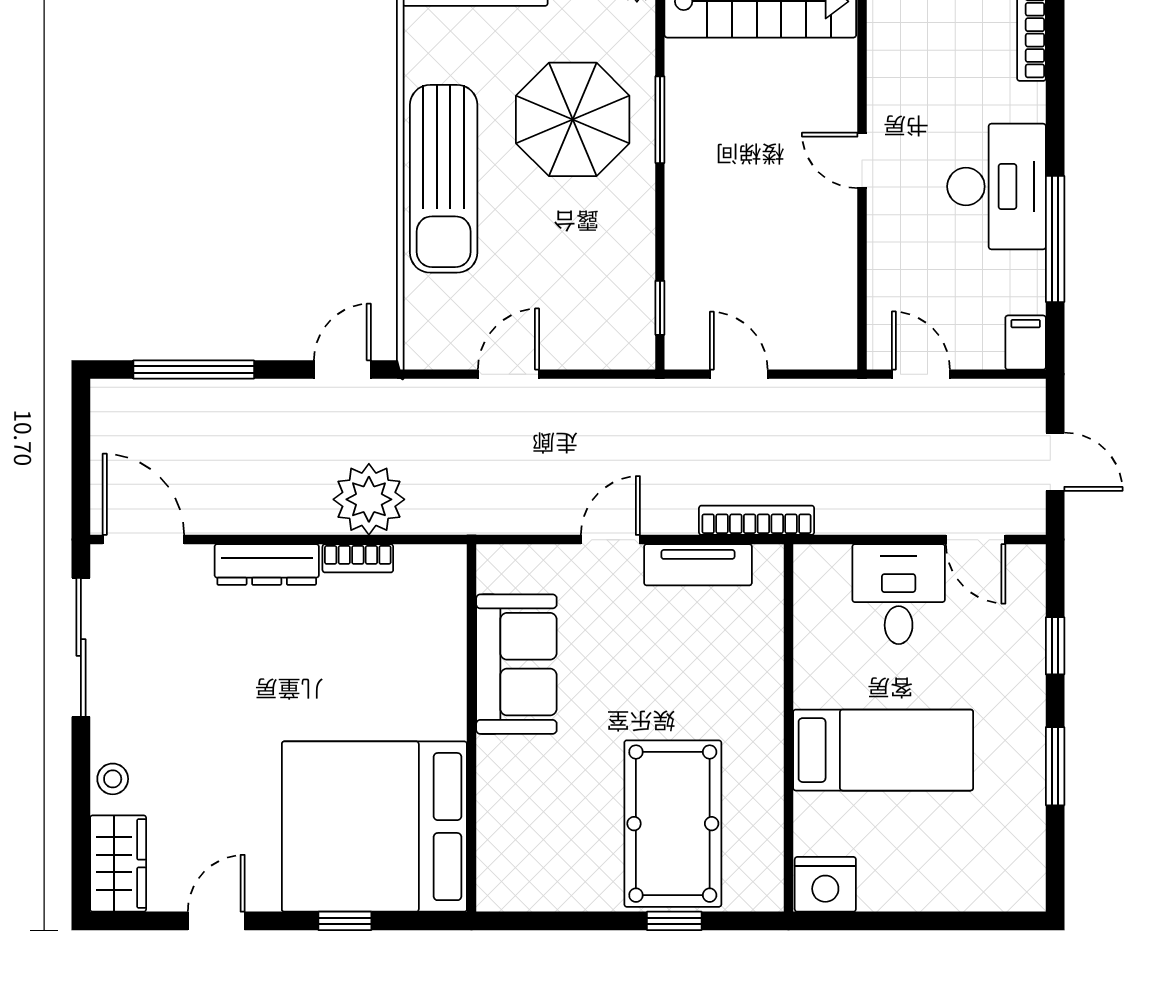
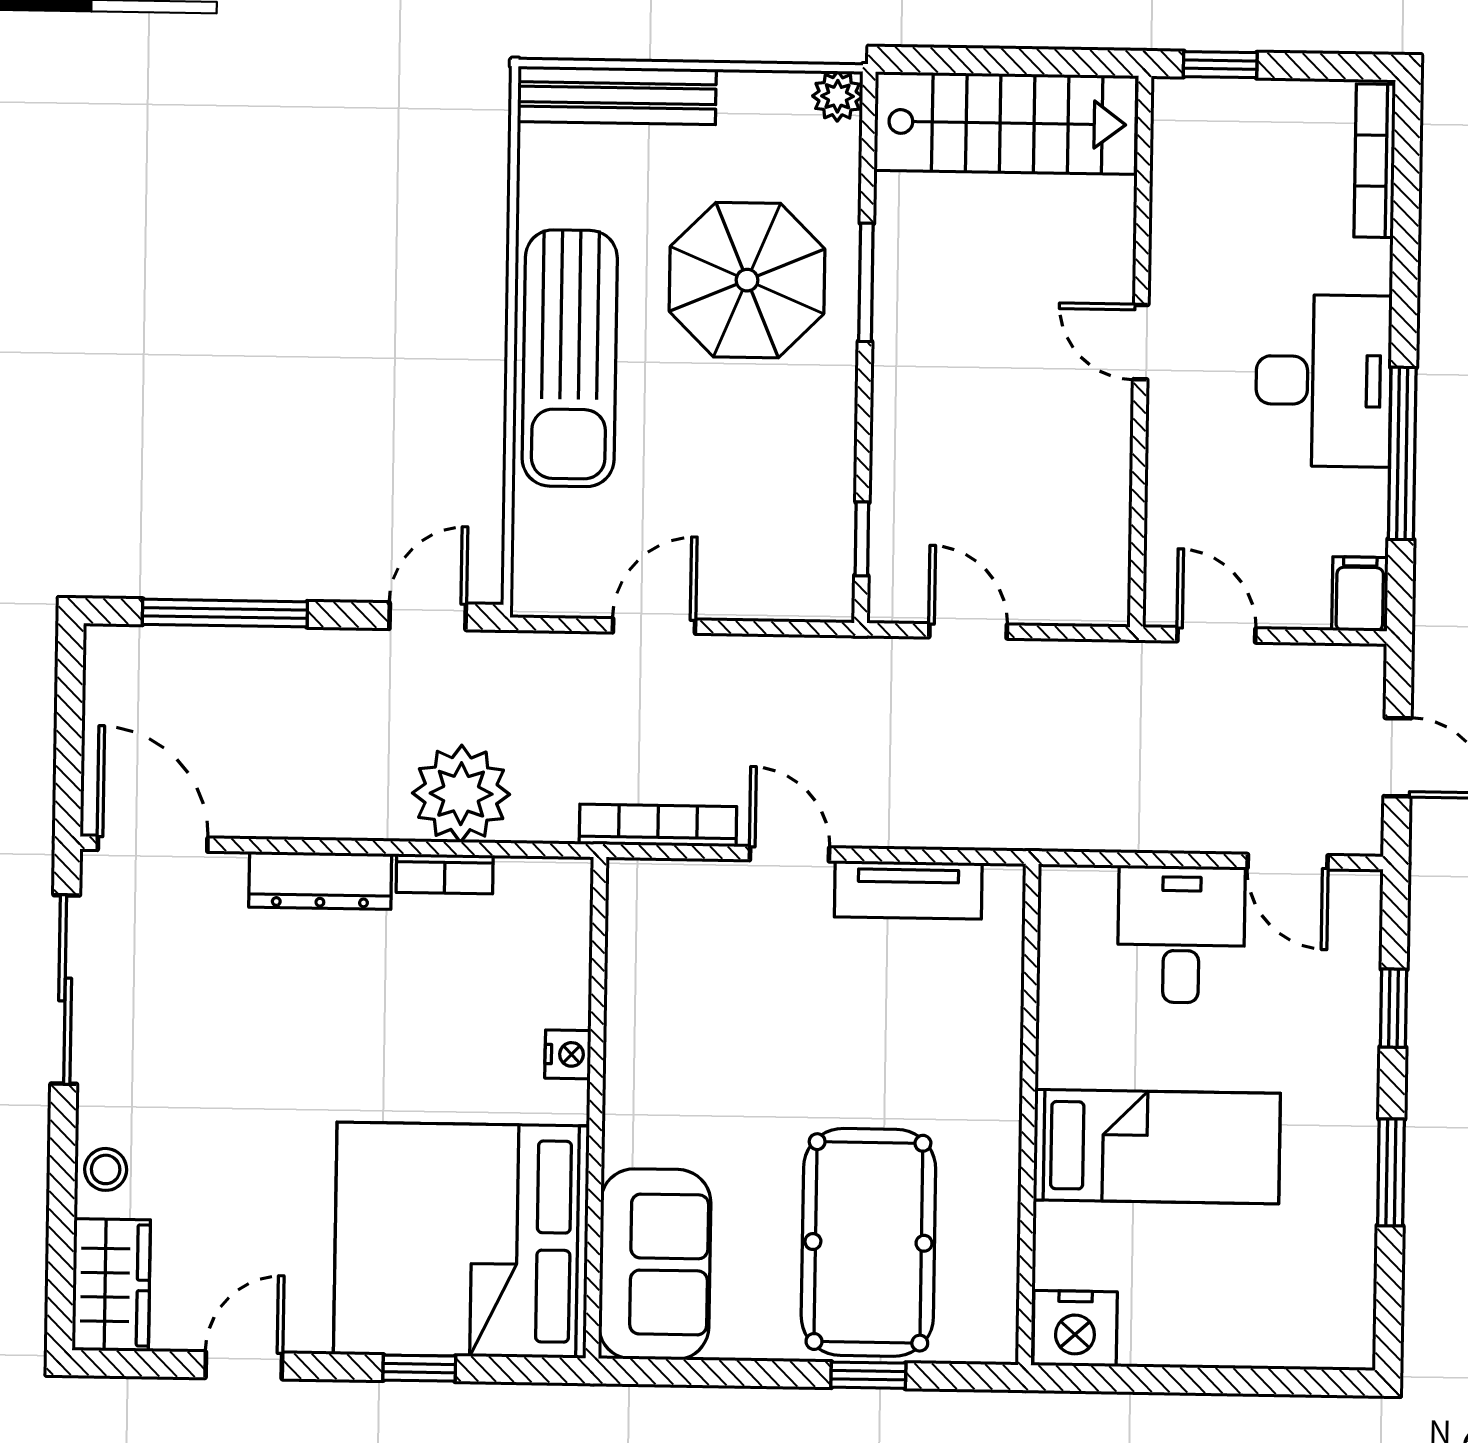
bookcase: (757, 520) -> (658, 825), moved
door: (610, 540) -> (790, 854), hinge flipped
sofa: (516, 664) -> (655, 1264), moved
nightstand: (450, 689) -> (568, 1054), added

